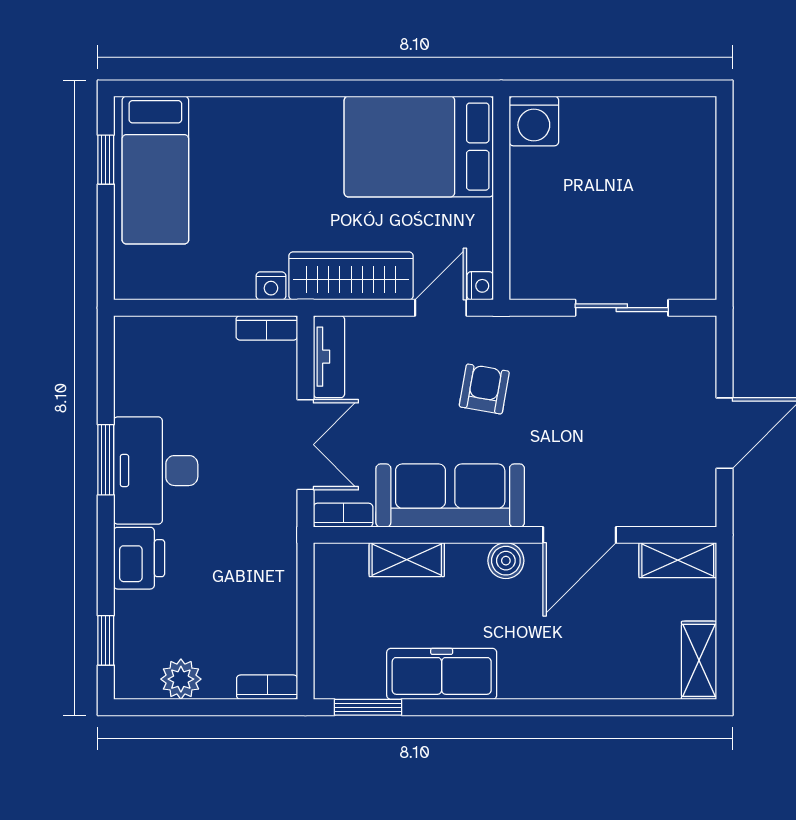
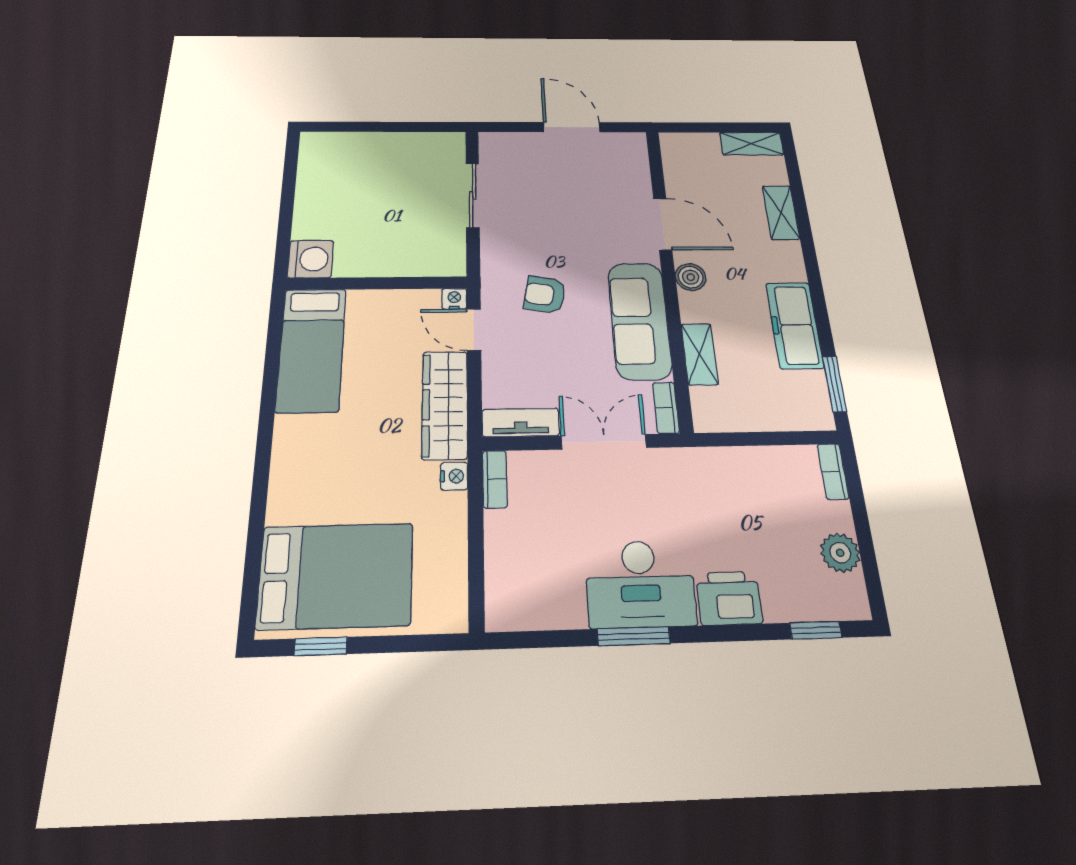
bed: (419, 147) -> (311, 349), width x0.67
bed: (155, 170) -> (336, 576), width x1.50
shelving: (678, 560) -> (781, 212), moved

